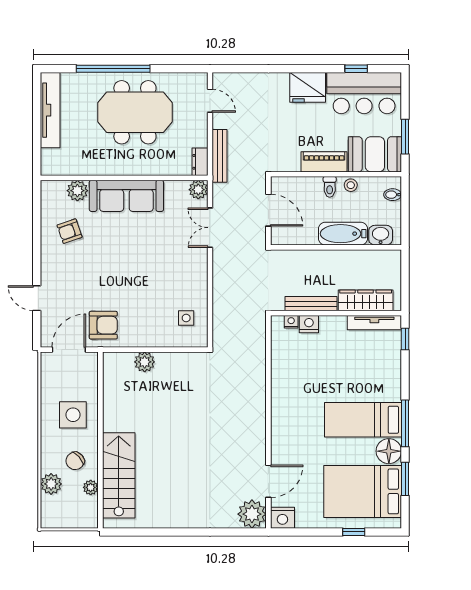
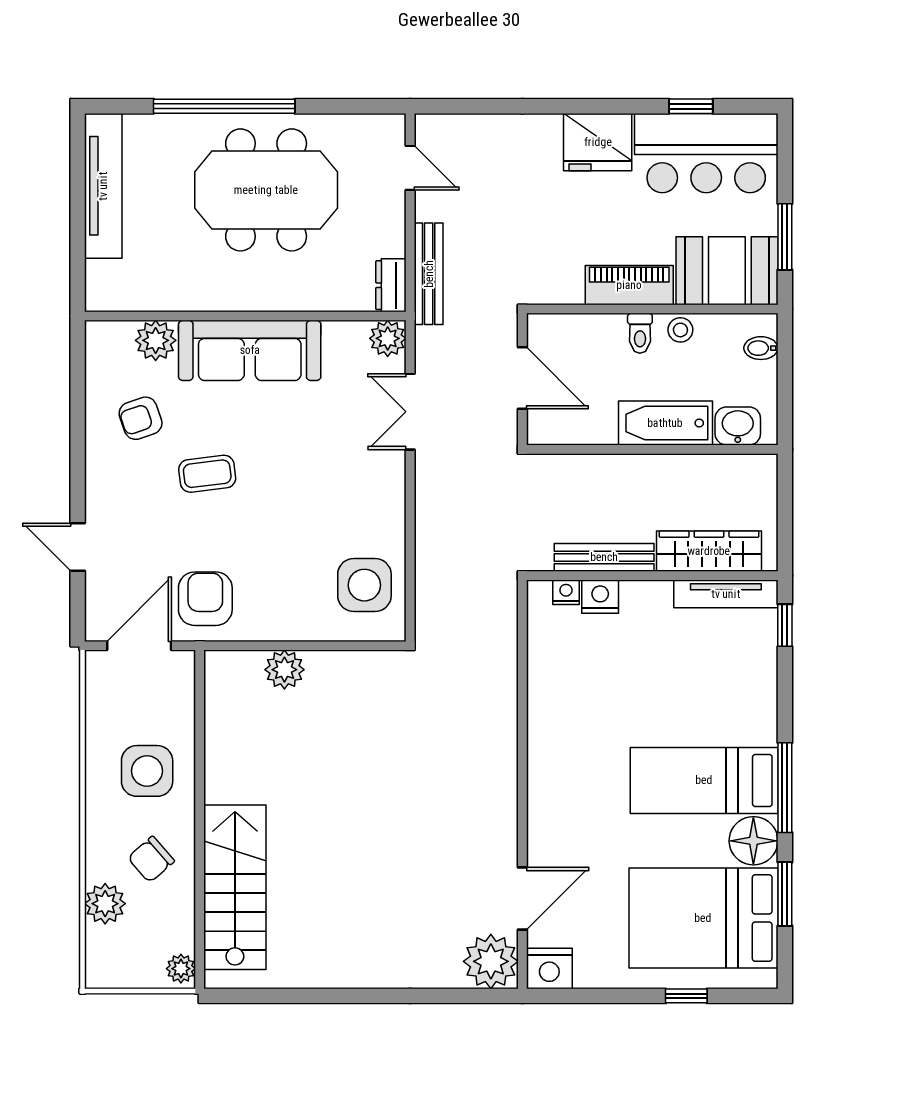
coffee table: (104, 260) -> (207, 474), added
side table: (186, 318) -> (364, 585), width x1.87, depth x1.87
armchair: (103, 325) -> (205, 599), turned -90
plant: (91, 487) -> (181, 969), moved

